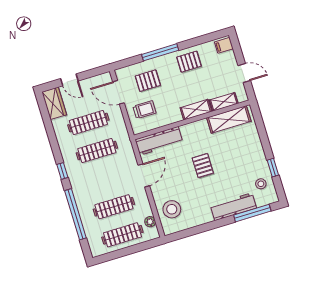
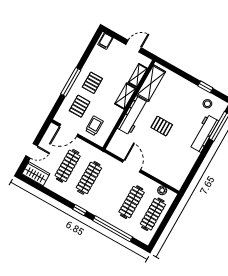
pallet: (189, 62) -> (92, 83), moved
workbench: (159, 141) -> (133, 115), moved
stool: (172, 209) -> (168, 170), removed

